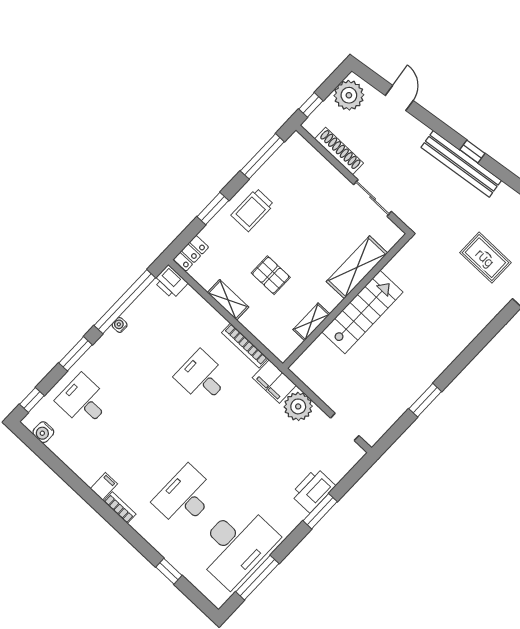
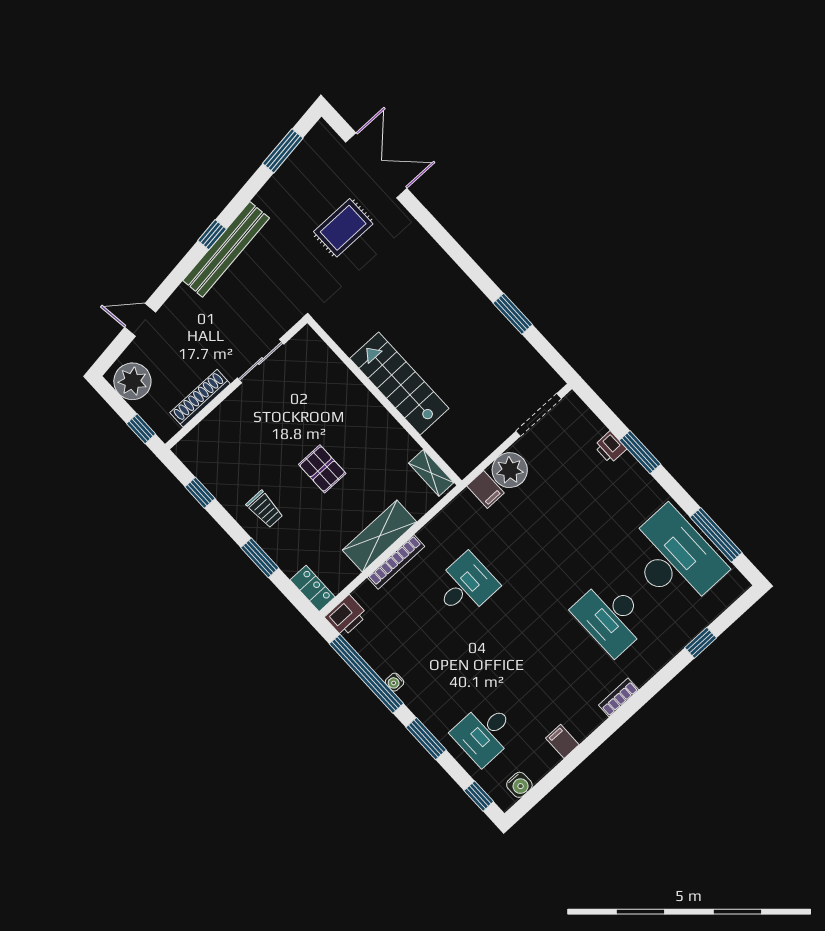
window: (262, 156) -> (200, 493), width x0.46
trolley: (252, 210) -> (265, 509), width x0.73, depth x0.72
shelving: (357, 267) -> (344, 386), removed
pallet: (271, 275) -> (322, 469), moved, turned 90
shelving: (228, 300) -> (380, 536), width x1.50, depth x1.33
shelving: (311, 322) -> (431, 473), moved
bookcase: (245, 345) -> (396, 562), moved
desk: (202, 377) -> (466, 585), turned 180
filing cabinet: (274, 381) -> (485, 489), width x0.50
doorway: (345, 427) -> (539, 415), width x1.38
filing cabinet: (104, 486) -> (562, 741), moved
printer: (313, 490) -> (610, 447), width x0.53, depth x0.68

